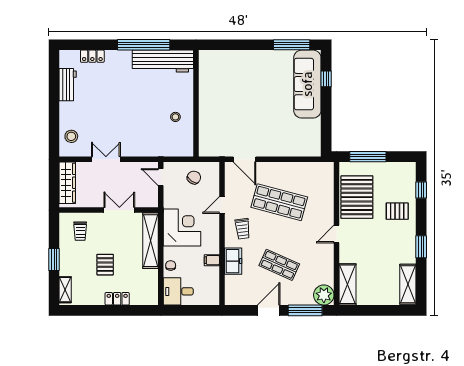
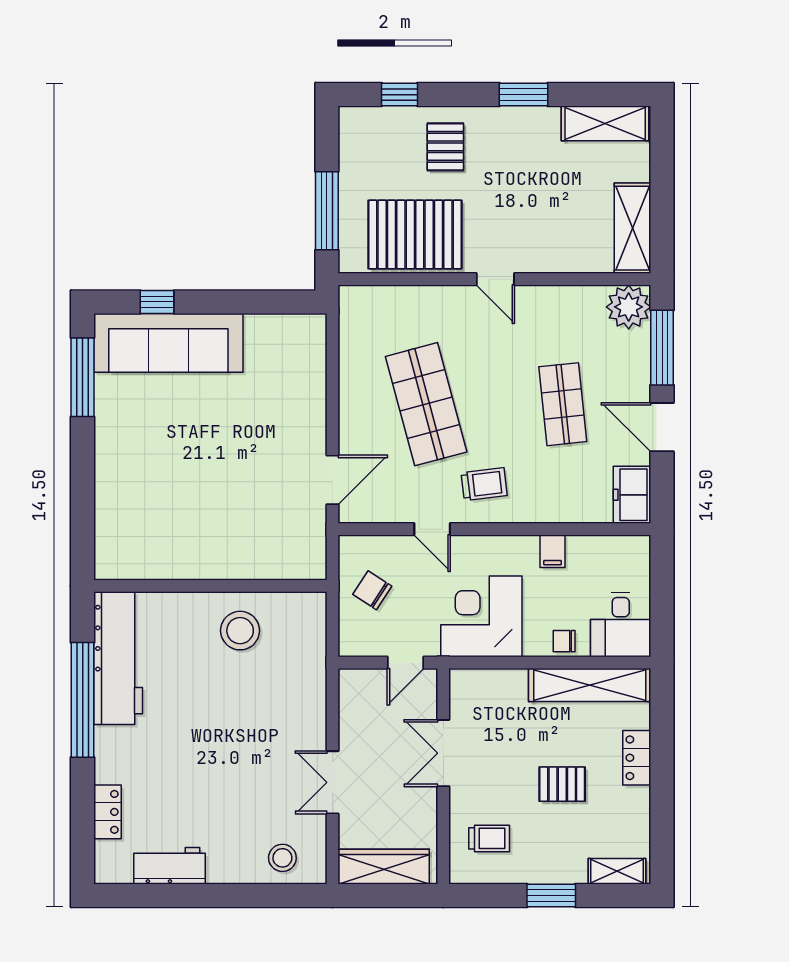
stool: (175, 117) -> (240, 631), width x1.89, depth x1.89
door: (161, 177) -> (406, 663), moved
shop shelf: (279, 202) -> (426, 404), turned -30
shelving: (151, 241) -> (590, 685), moved
freezer: (233, 261) -> (632, 495), moved, turned -90
shop shelf: (279, 265) -> (563, 404), turned -30
shelving: (347, 284) -> (633, 228), moved, turned 90

